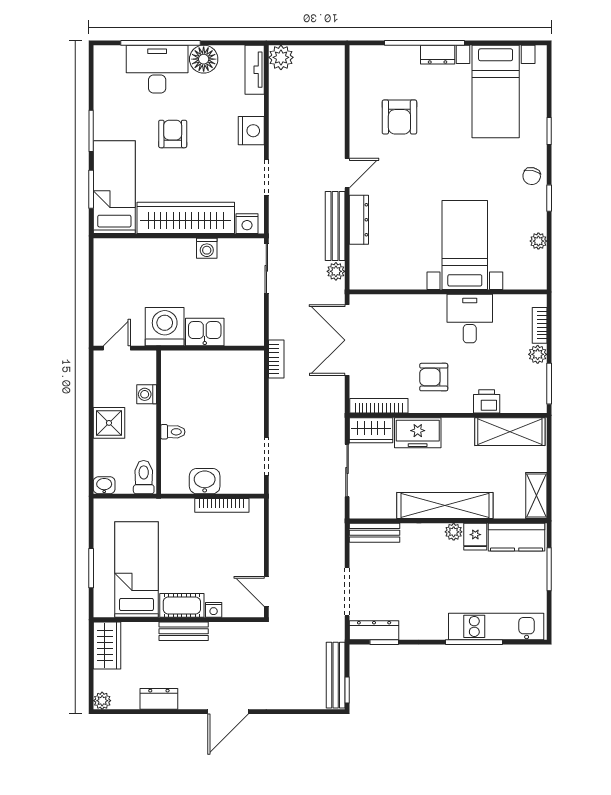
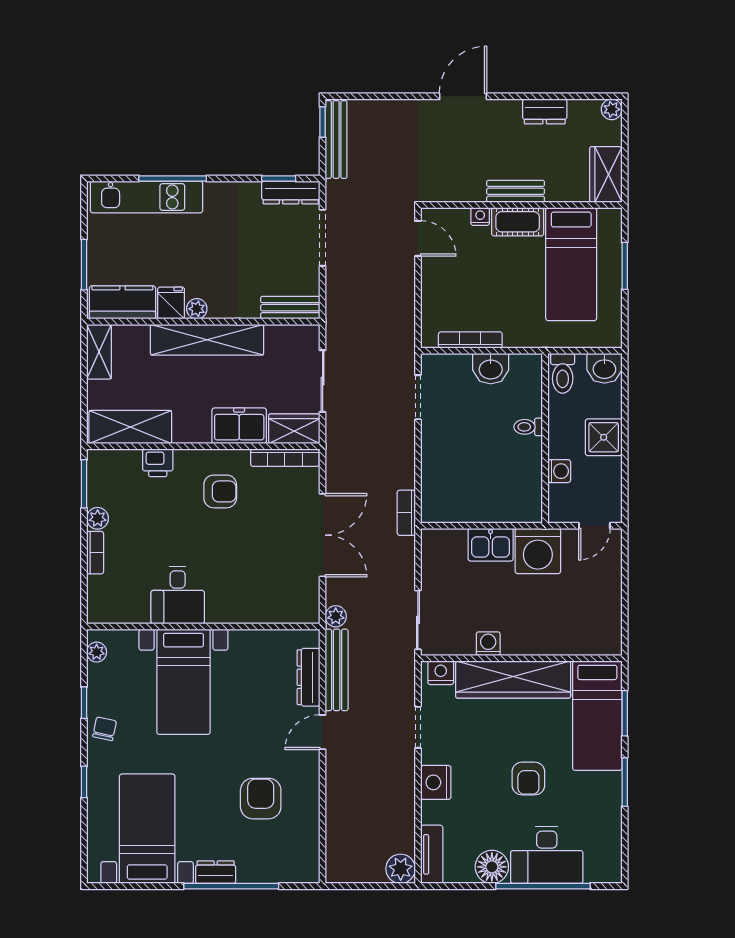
bed with nightstands: (465, 245) -> (183, 682), moved
wall: (448, 292) -> (203, 626), moved
desk: (470, 319) -> (178, 595), moved
washbasin: (104, 485) -> (604, 368), width x1.38, depth x1.45

